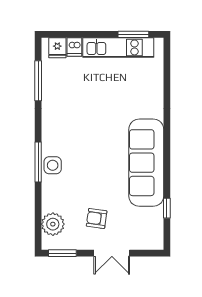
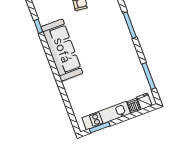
side table: (53, 165) -> (120, 27), removed

